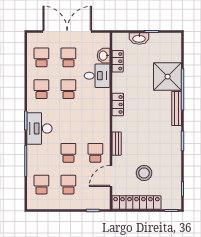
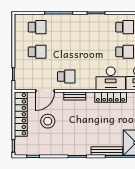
locker: (118, 104) -> (111, 97), width x1.53
desk: (39, 128) -> (111, 78), moved, turned 180
school desk: (68, 153) -> (66, 52), removed
door: (111, 176) -> (45, 91), swing flipped

